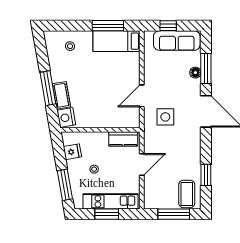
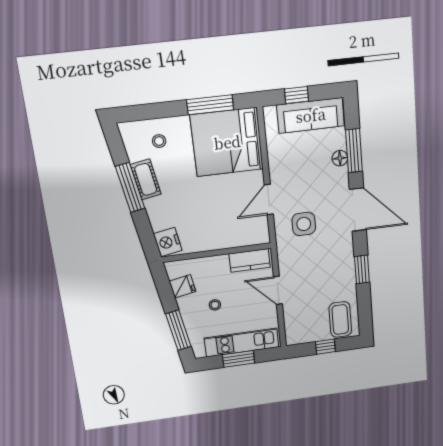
bed: (116, 41) -> (227, 142), width x2.04
window: (48, 88) -> (130, 188), moved
cot: (61, 95) -> (146, 179), moved
door: (142, 164) -> (278, 290), swing flipped
window: (206, 175) -> (362, 269), moved
window: (174, 214) -> (325, 347), width x0.46

